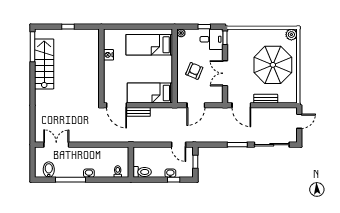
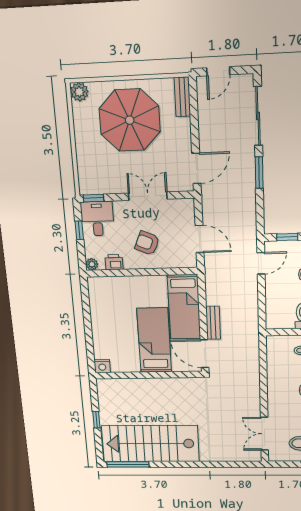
bed: (149, 45) -> (154, 340), moved, turned 180
printer: (182, 48) -> (114, 262), added
nightstand: (109, 55) -> (102, 366), moved
stairs: (44, 64) -> (150, 444), width x1.36, depth x1.51
double door: (225, 73) -> (148, 196), swing flipped
bench: (266, 99) -> (182, 97), moved
door: (116, 105) -> (205, 354), swing flipped
door: (299, 121) -> (218, 71), swing flipped

